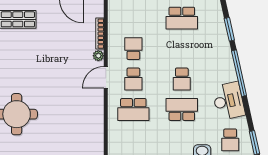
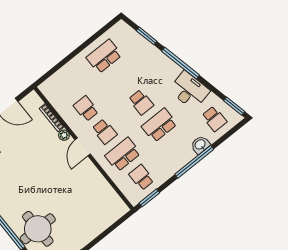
school desk: (182, 18) -> (104, 56), turned 180
school desk: (133, 109) -> (123, 154), turned 180
school desk: (133, 140) -> (141, 177), added

